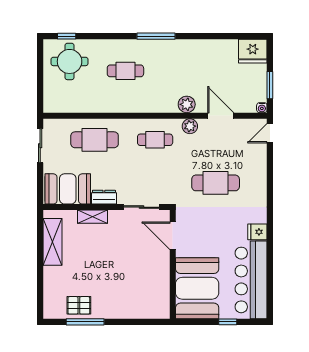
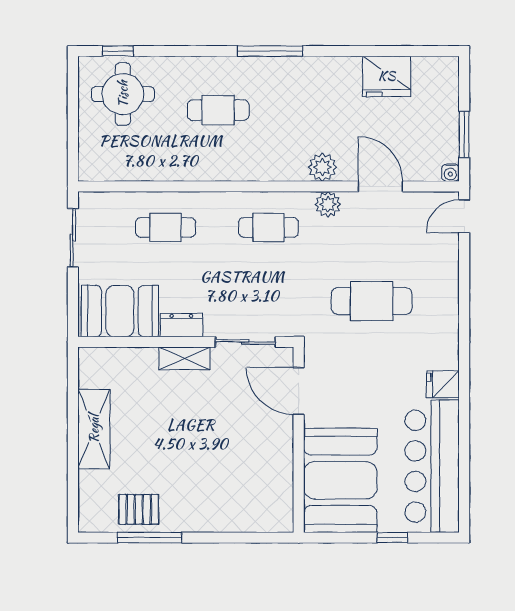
fridge: (253, 51) -> (387, 76), moved
cafe table: (95, 140) -> (165, 227), width x0.73, depth x0.74
shelving: (93, 217) -> (185, 358), moved
shelving: (53, 242) -> (94, 429), moved

